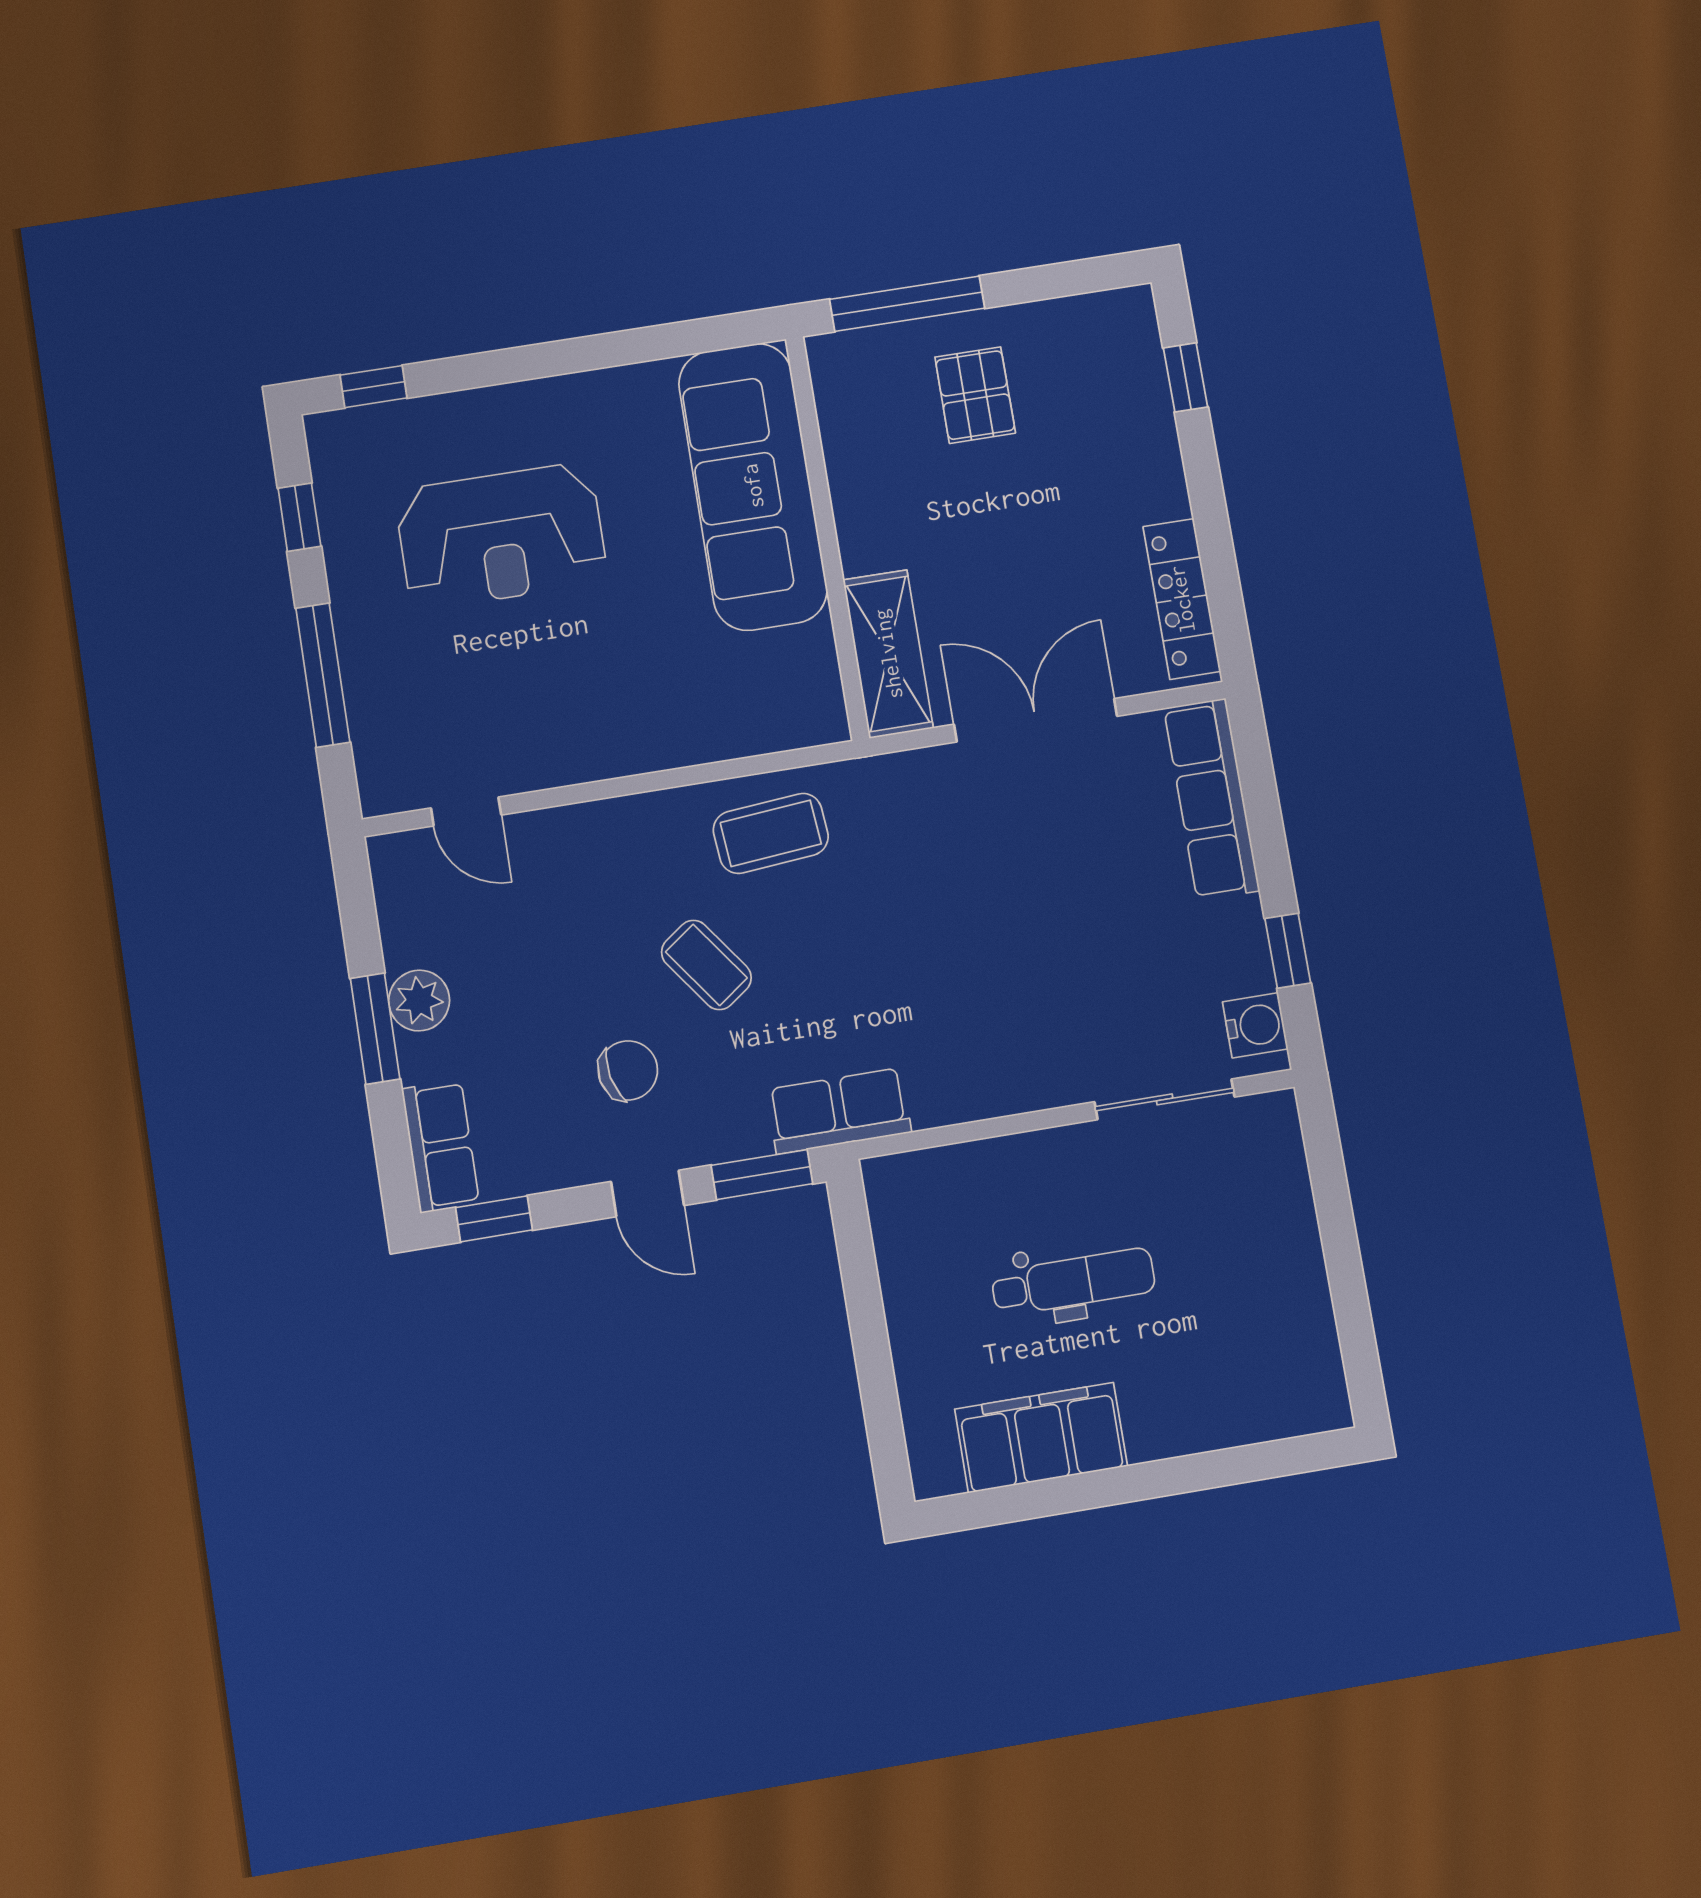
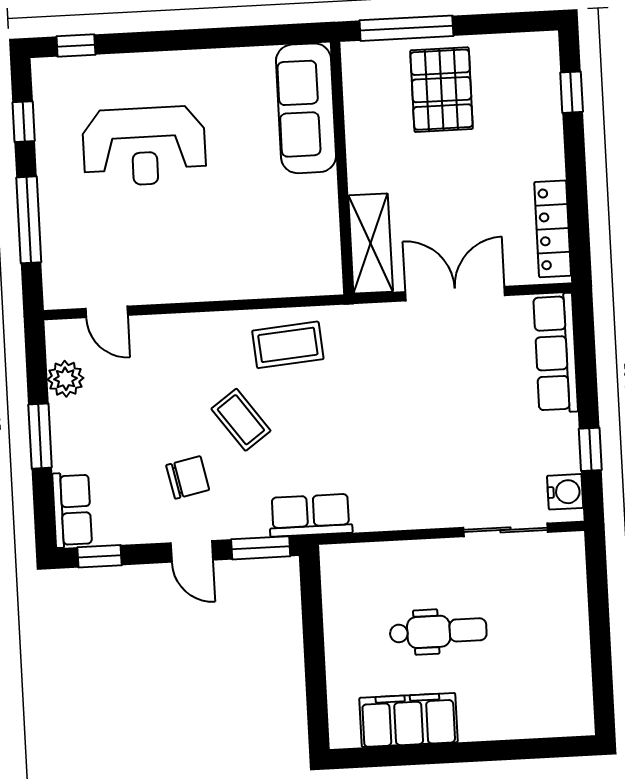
pallet: (975, 395) -> (442, 90), width x1.50, depth x1.42
sofa: (753, 486) -> (306, 108), width x0.74, depth x0.79
plant: (419, 1000) -> (66, 379), moved

